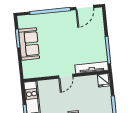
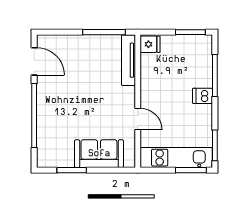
sofa: (29, 44) -> (99, 154), moved
door: (66, 76) -> (138, 119), moved

